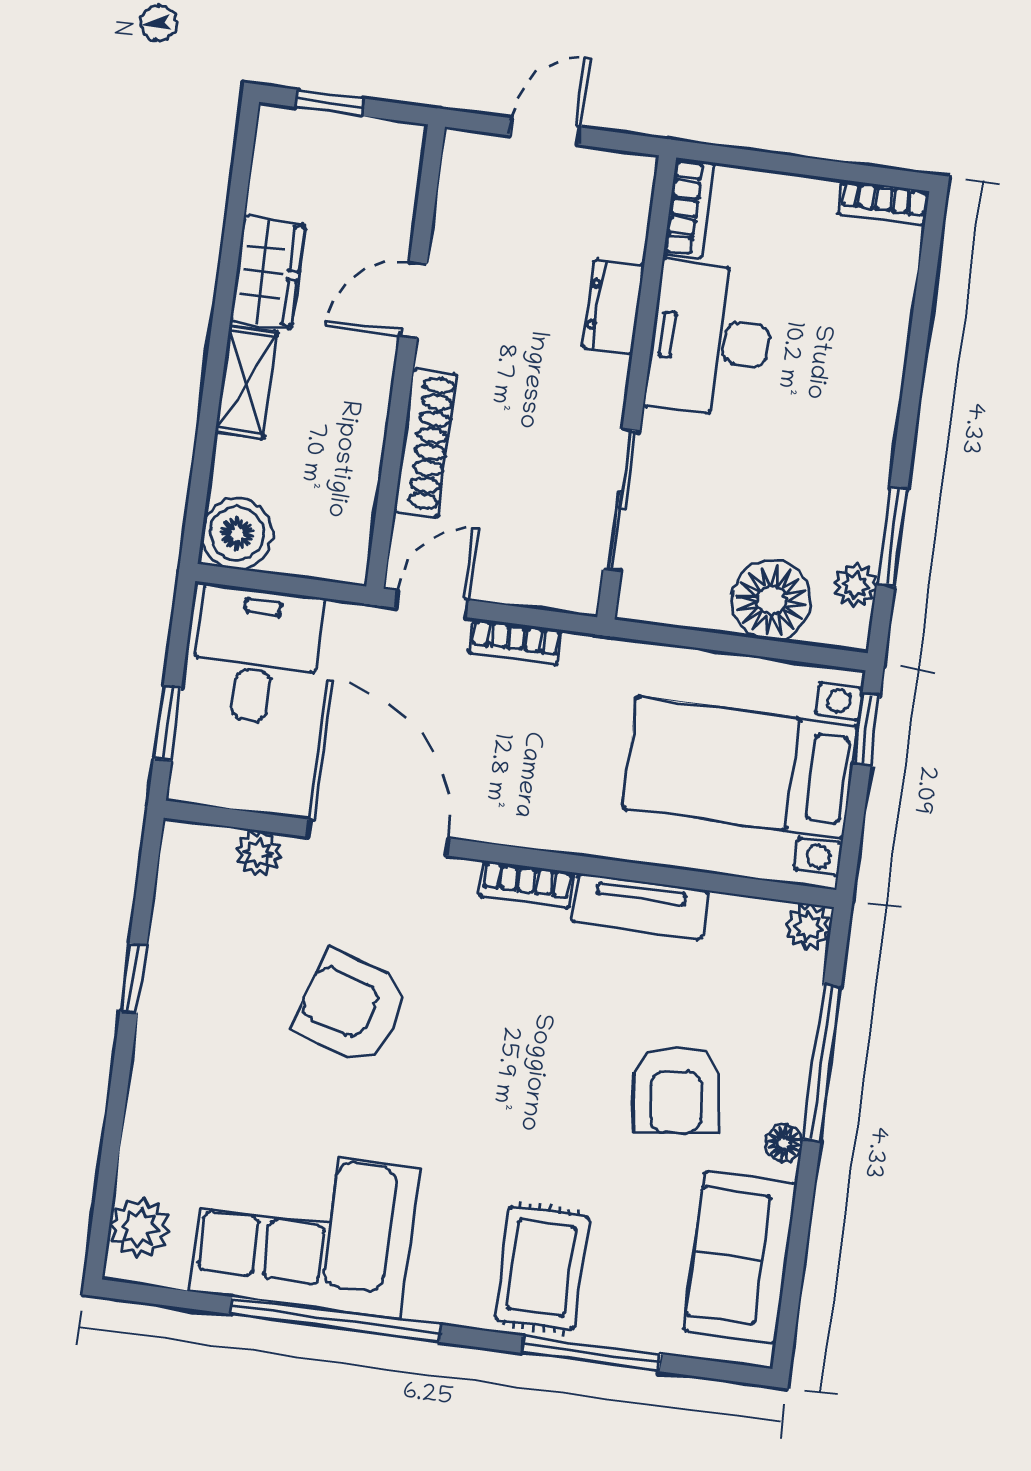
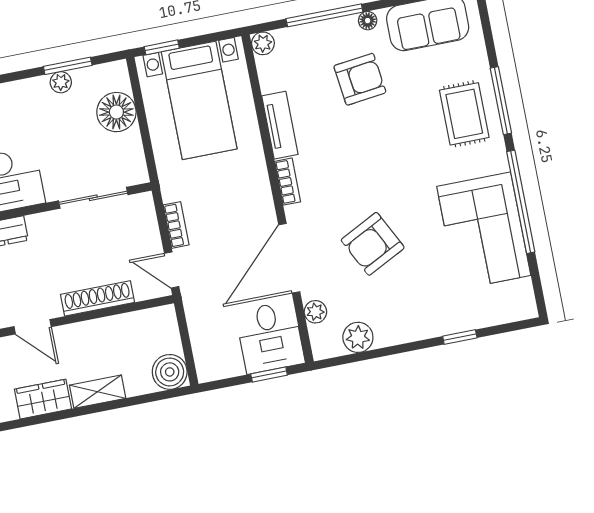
plant: (855, 585) -> (61, 82), moved
desk: (257, 655) -> (270, 337), moved, turned -90
window: (133, 978) -> (460, 337), moved
armchair: (351, 1007) -> (373, 244), turned 45
plant: (140, 1228) -> (358, 337), moved
rug: (542, 1268) -> (464, 114), turned 90
window: (591, 1354) -> (501, 101), moved

